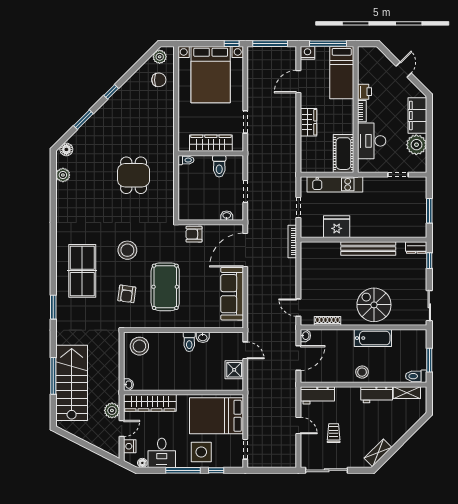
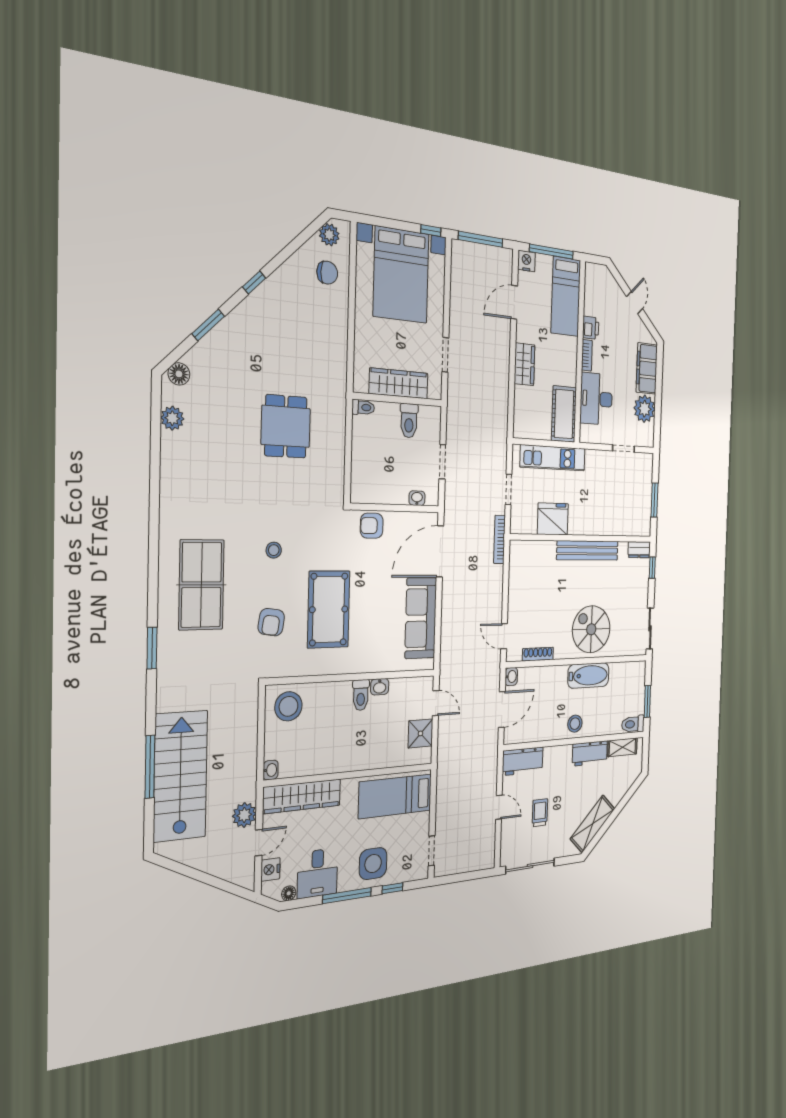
stool: (127, 250) -> (274, 550), width x0.53, depth x0.53
bed: (216, 416) -> (395, 796), width x0.67
shelving: (378, 453) -> (593, 824), width x1.50, depth x1.33

